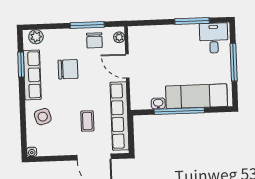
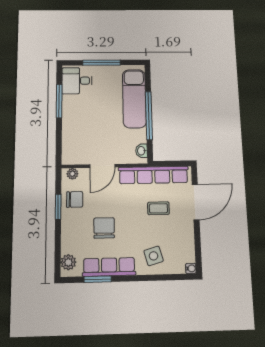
window: (87, 25) -> (58, 207), width x0.69
washbasin: (158, 103) -> (141, 151), moved

